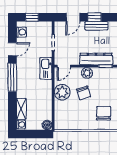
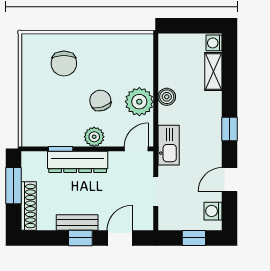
window: (12, 77) -> (230, 129), width x0.46
boiler: (47, 125) -> (167, 97), moved

